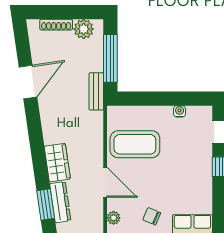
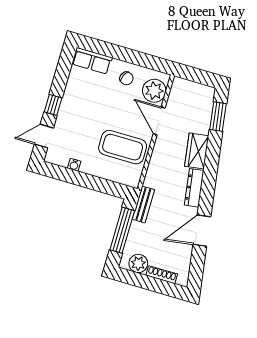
dresser: (60, 202) -> (194, 188), moved
plant: (114, 218) -> (154, 91), width x1.88, depth x1.88

